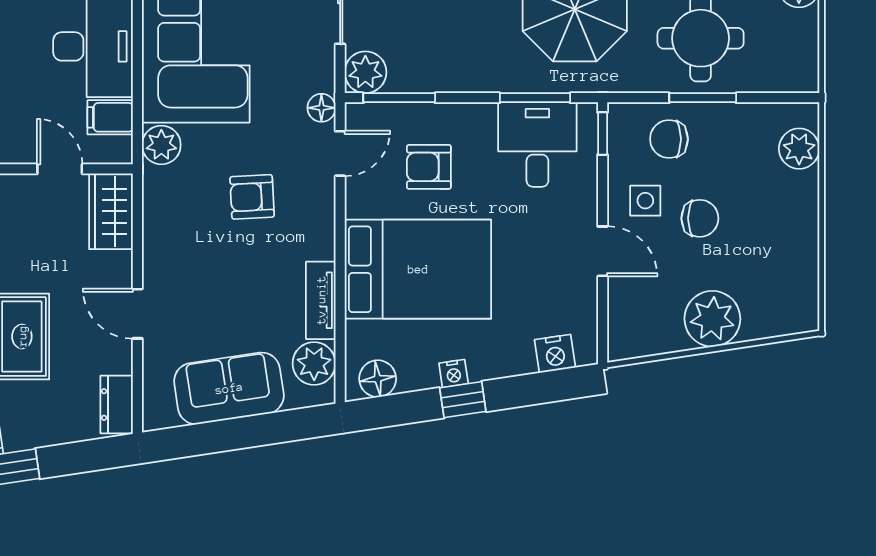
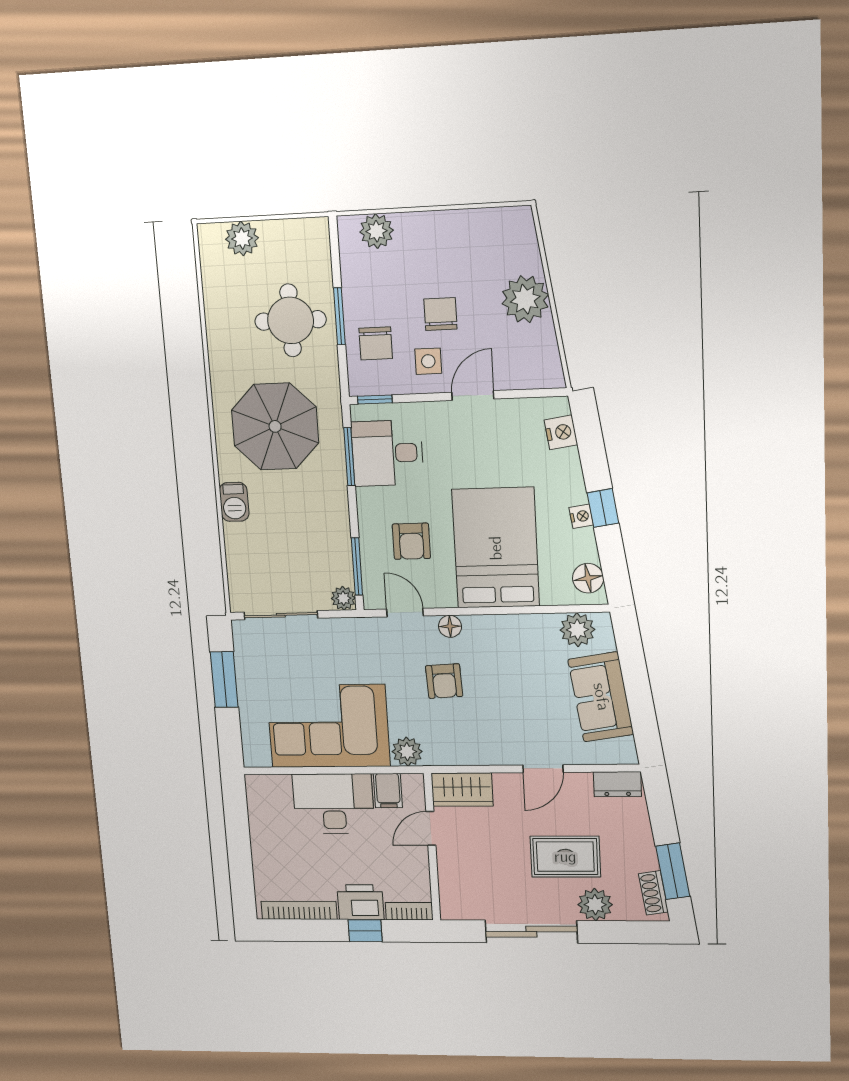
plant: (365, 72) -> (343, 598), width x0.73, depth x0.73
floor lamp: (321, 108) -> (450, 626), moved
tv unit: (321, 300) -> (525, 625), removed

